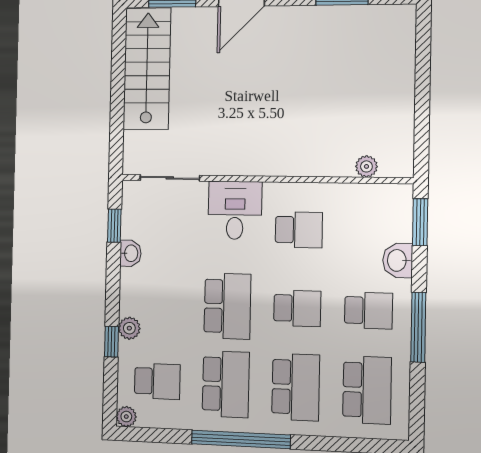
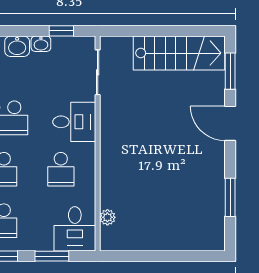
desk: (382, 212) -> (75, 229), added
window: (420, 222) -> (52, 256), moved
washbasin: (398, 260) -> (17, 46), moved, turned 180

